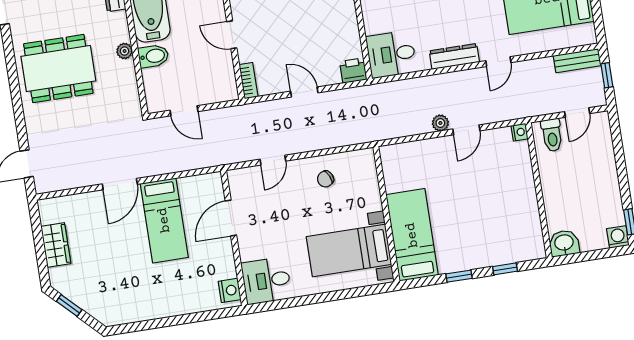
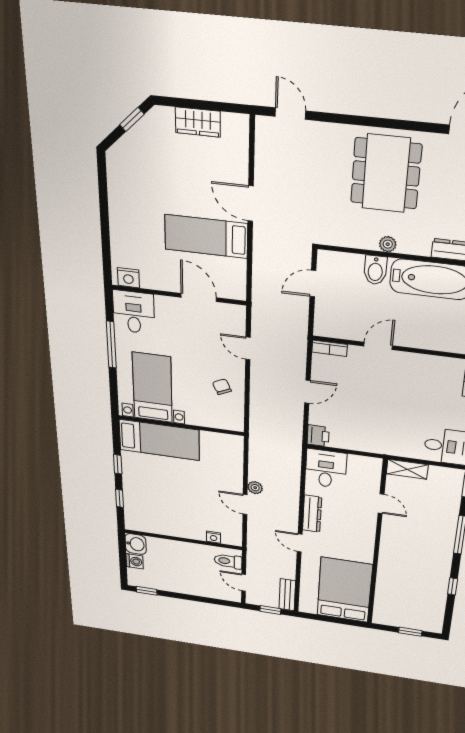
nightstand: (520, 132) -> (214, 537), moved
washing machine: (618, 237) -> (135, 561), moved
window: (311, 299) -> (111, 345), added

